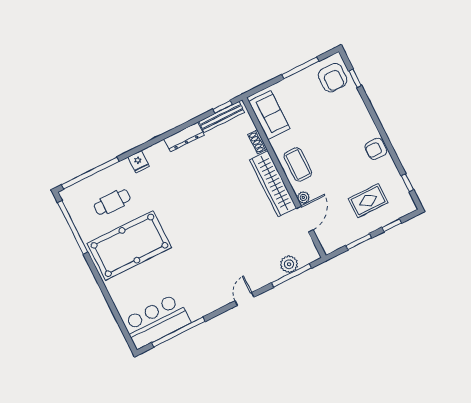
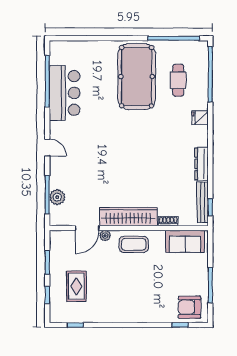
armchair: (376, 149) -> (115, 313), removed
door: (305, 219) -> (87, 228), hinge flipped
bar counter: (157, 321) -> (65, 93), moved

